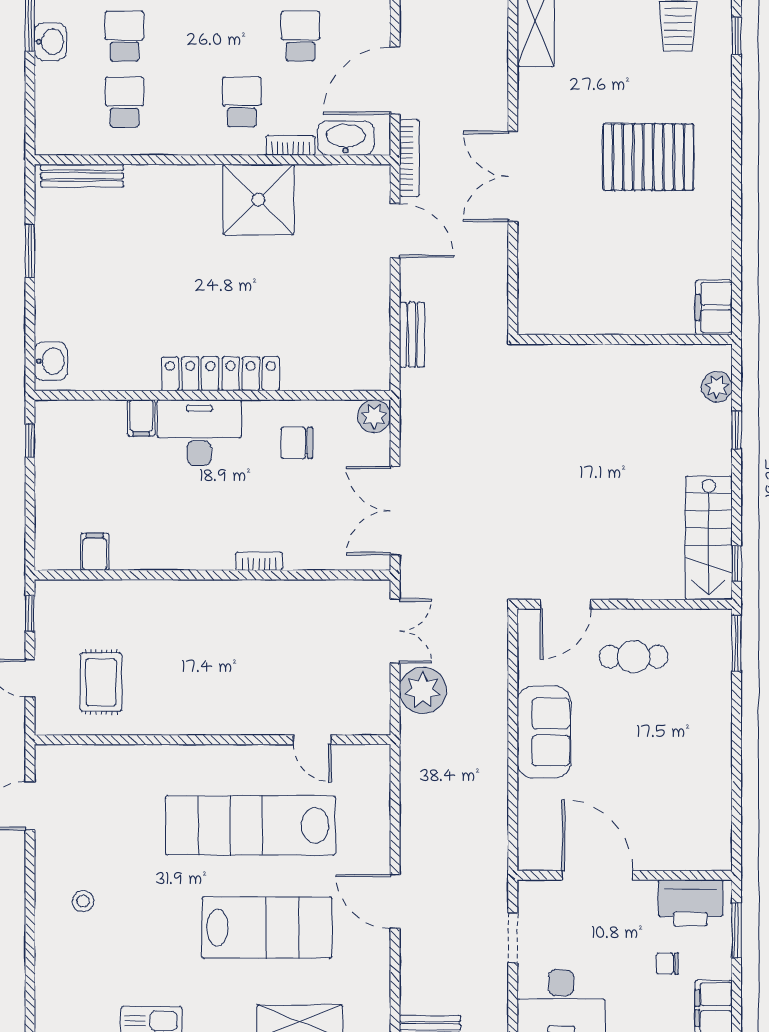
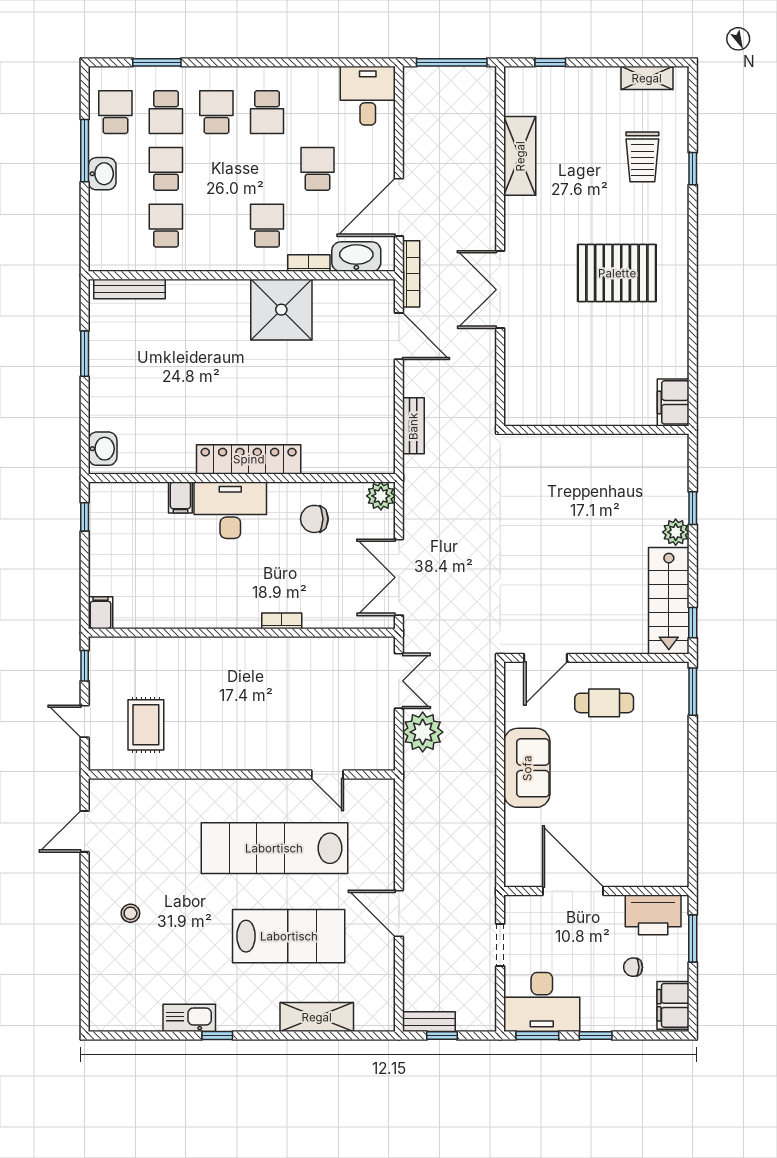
plant: (717, 387) -> (676, 532), moved
filing cabinet: (95, 552) -> (100, 613), moved

